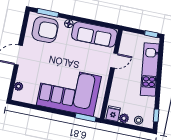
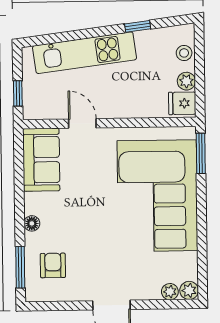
armchair: (45, 30) -> (53, 265), width x0.53, depth x0.53
sofa: (94, 34) -> (41, 160), width x0.73
window: (151, 34) -> (18, 93), moved
plant: (17, 96) -> (189, 290), added
window: (156, 116) -> (138, 26), moved

